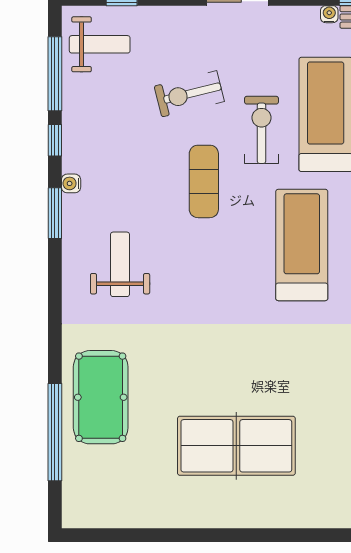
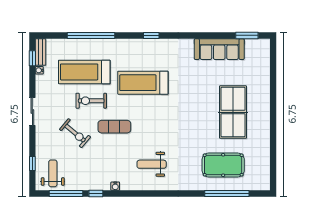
exercise bike: (189, 94) -> (75, 133), turned -36
window: (55, 213) -> (129, 193), removed
pool table: (101, 397) -> (223, 165), moved

